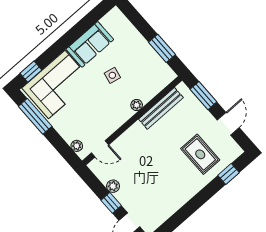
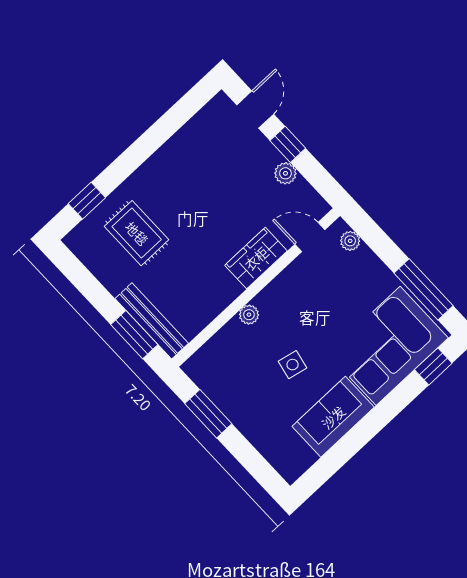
bench: (161, 108) -> (152, 321), moved, turned 90
door: (228, 124) -> (90, 287), removed
wardrobe: (132, 138) -> (256, 258), added

